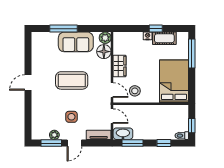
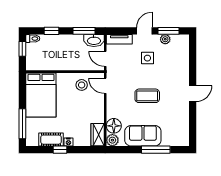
wardrobe: (119, 66) -> (98, 135), moved
coffee table: (72, 80) -> (147, 96), width x0.73, depth x0.76

